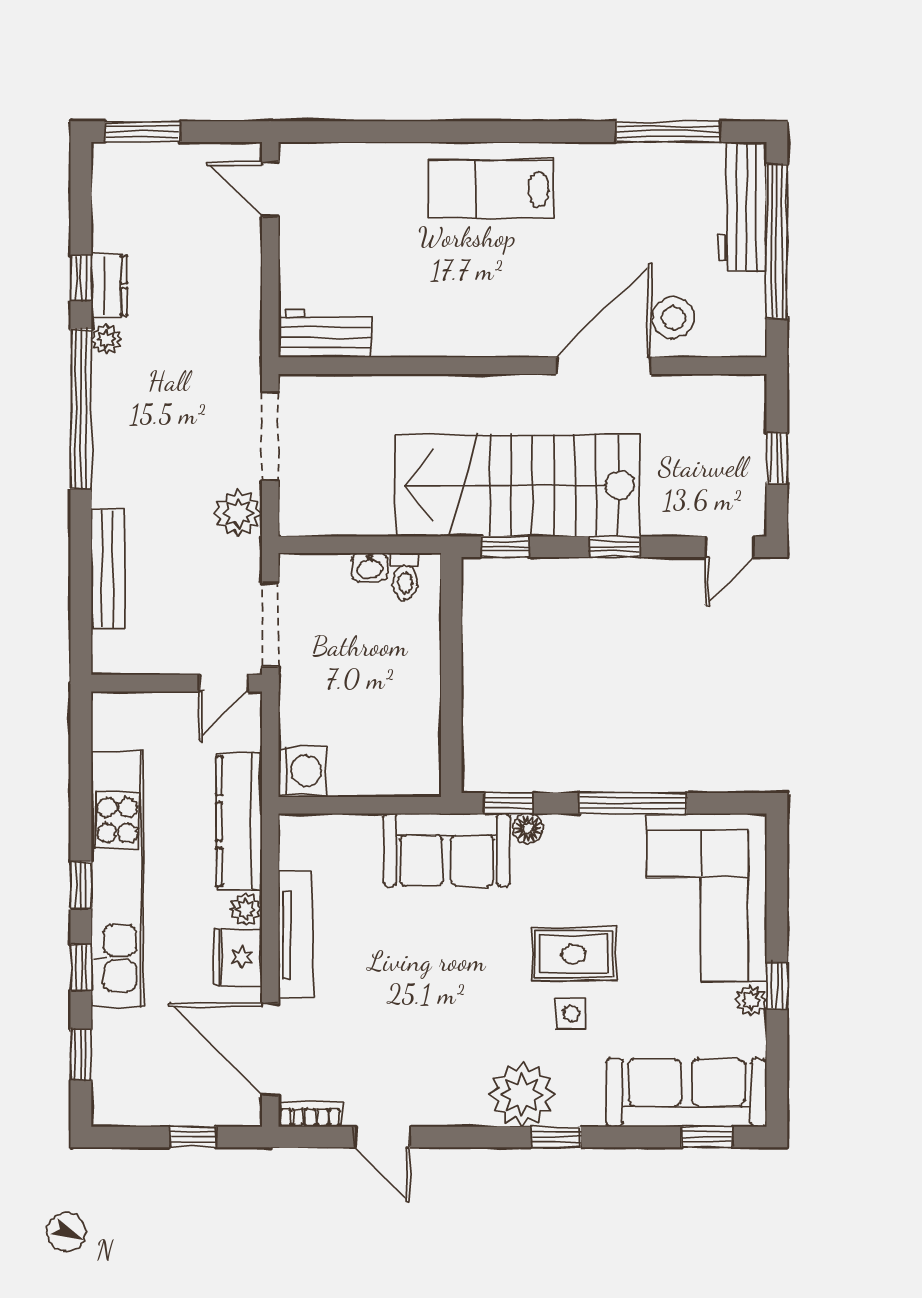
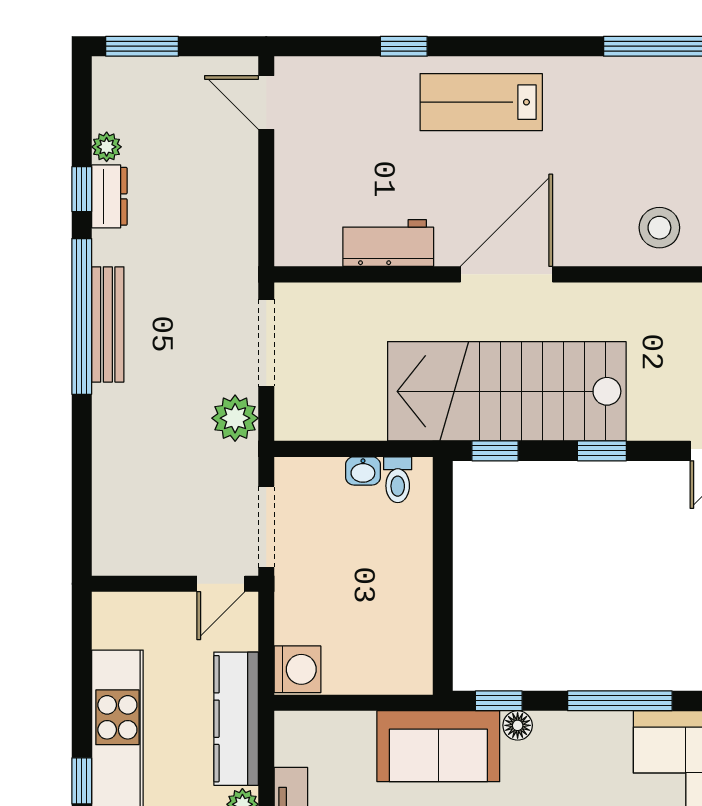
window: (411, 132) -> (404, 46), added
workbench: (325, 333) -> (388, 243), moved
plant: (106, 339) -> (107, 147), moved
door: (604, 366) -> (506, 274), moved
bench: (108, 569) -> (108, 324), moved

